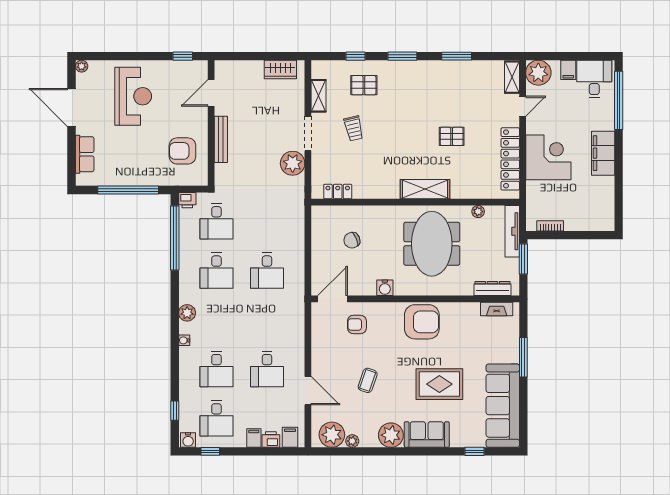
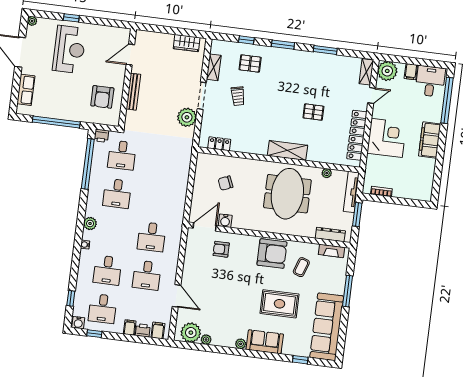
window: (183, 56) -> (71, 18), moved
armchair: (182, 151) -> (102, 97), turned -90
desk: (267, 271) -> (152, 237), moved
water cooler: (385, 288) -> (225, 221), moved
coffee table: (368, 380) -> (301, 267), moved
plant: (391, 435) -> (241, 344), width x0.53, depth x0.53

